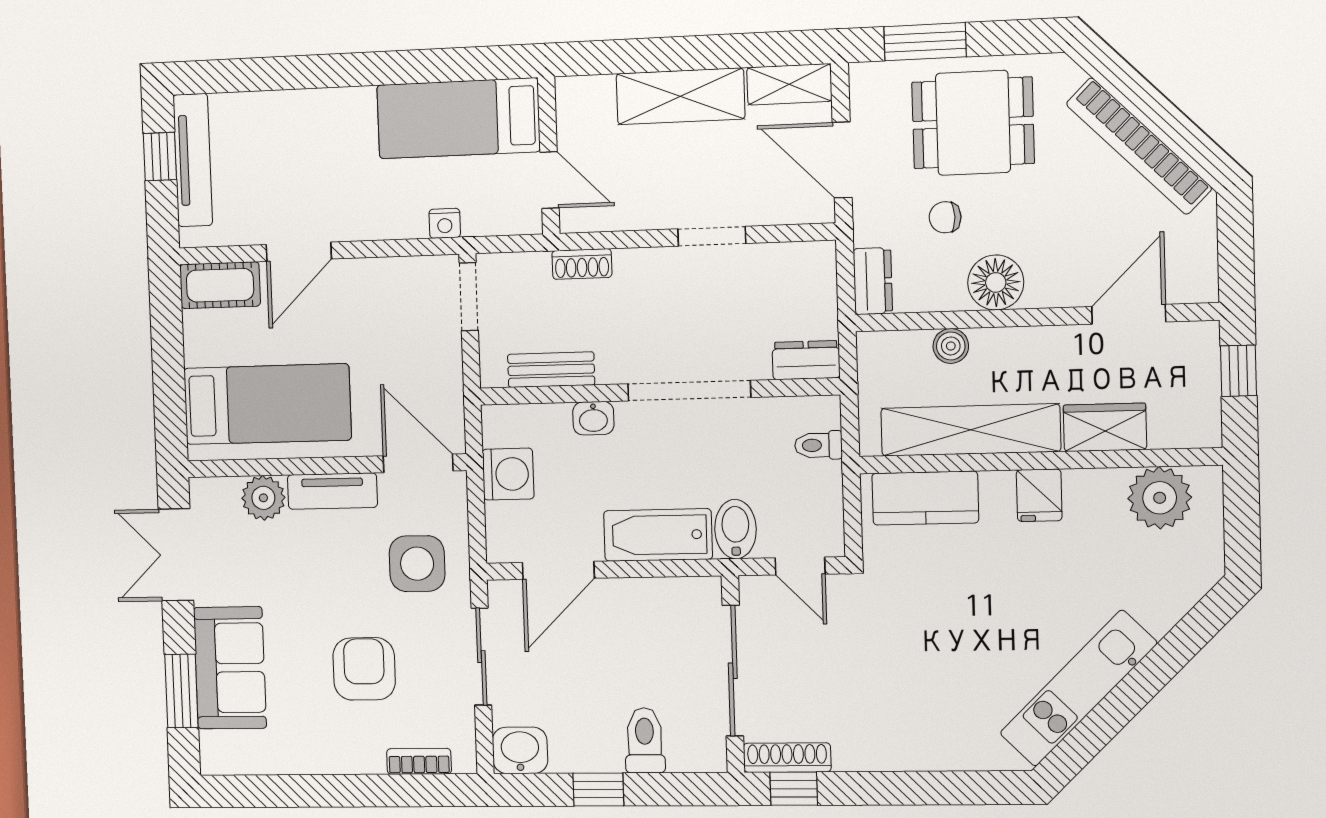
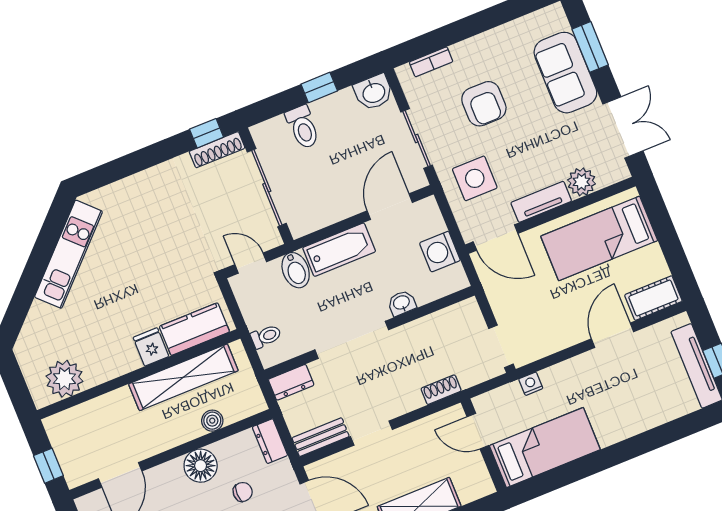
bench: (551, 370) -> (321, 437), moved
wardrobe: (1105, 427) -> (109, 407), removed
fridge: (1039, 495) -> (151, 347), moved

